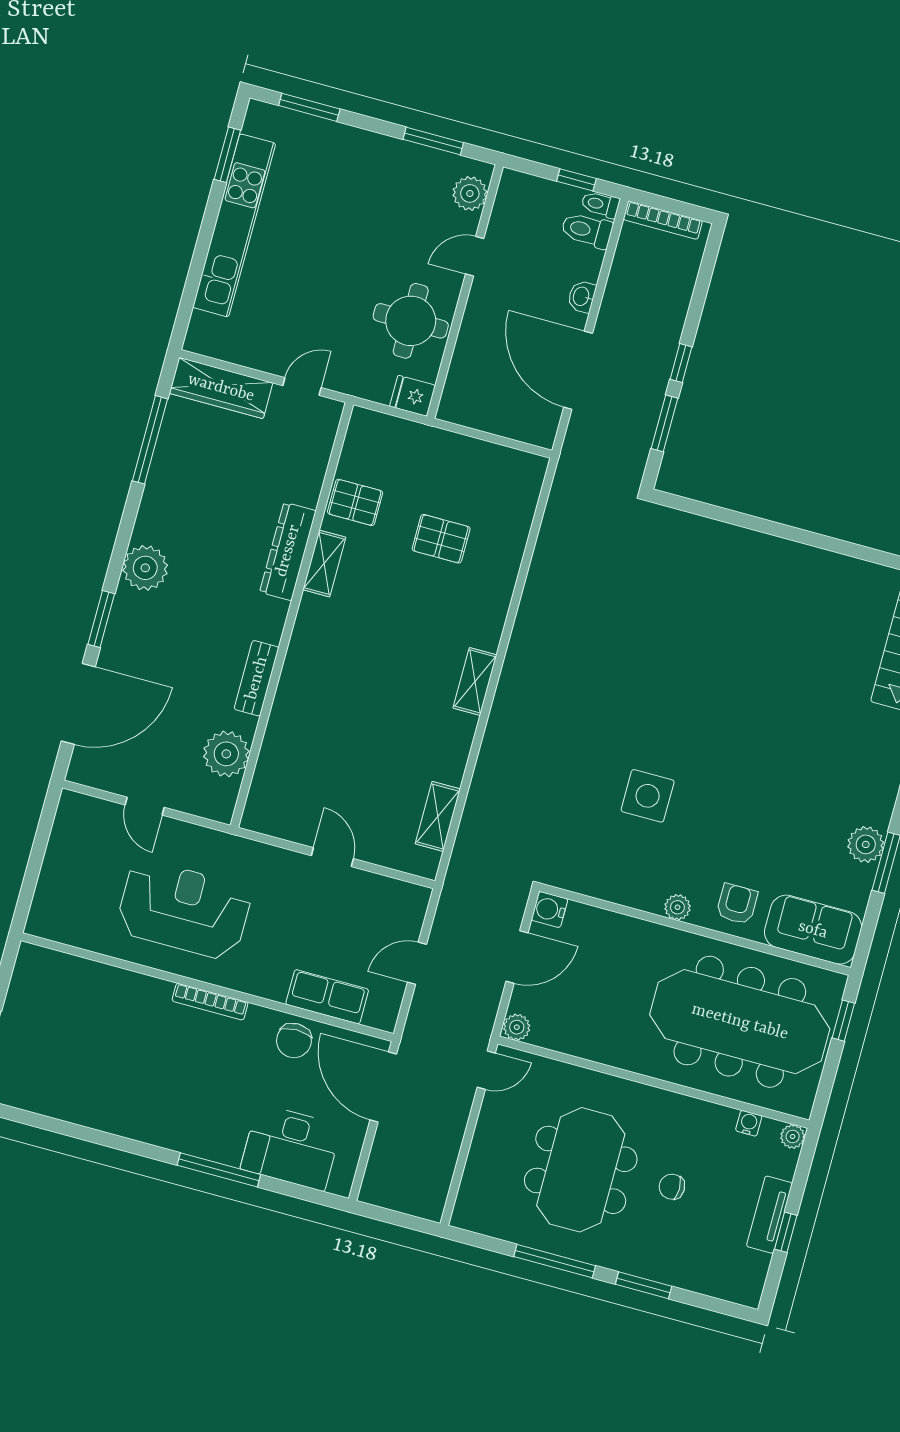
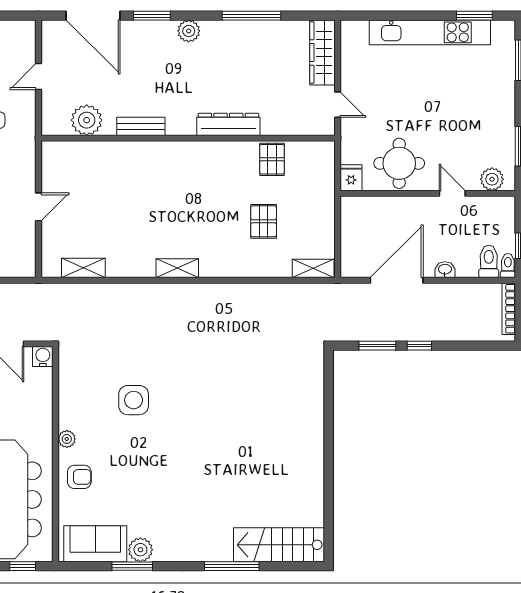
window: (150, 440) -> (252, 16), moved
shelving: (324, 563) -> (313, 268), moved
plant: (145, 568) -> (189, 31), width x0.73, depth x0.73
sofa: (813, 930) -> (95, 544), moved, turned -90

